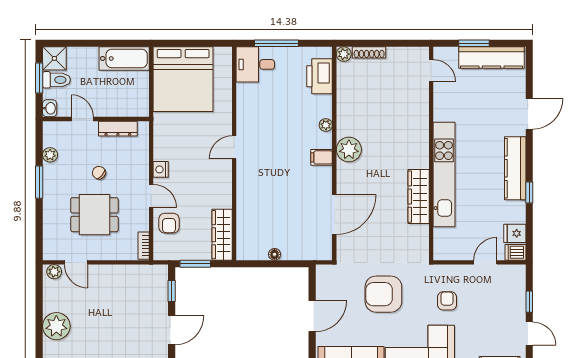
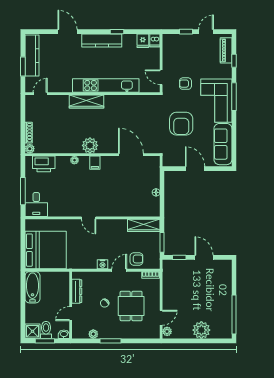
wardrobe: (419, 197) -> (87, 102), moved
door: (485, 262) -> (161, 77), moved

